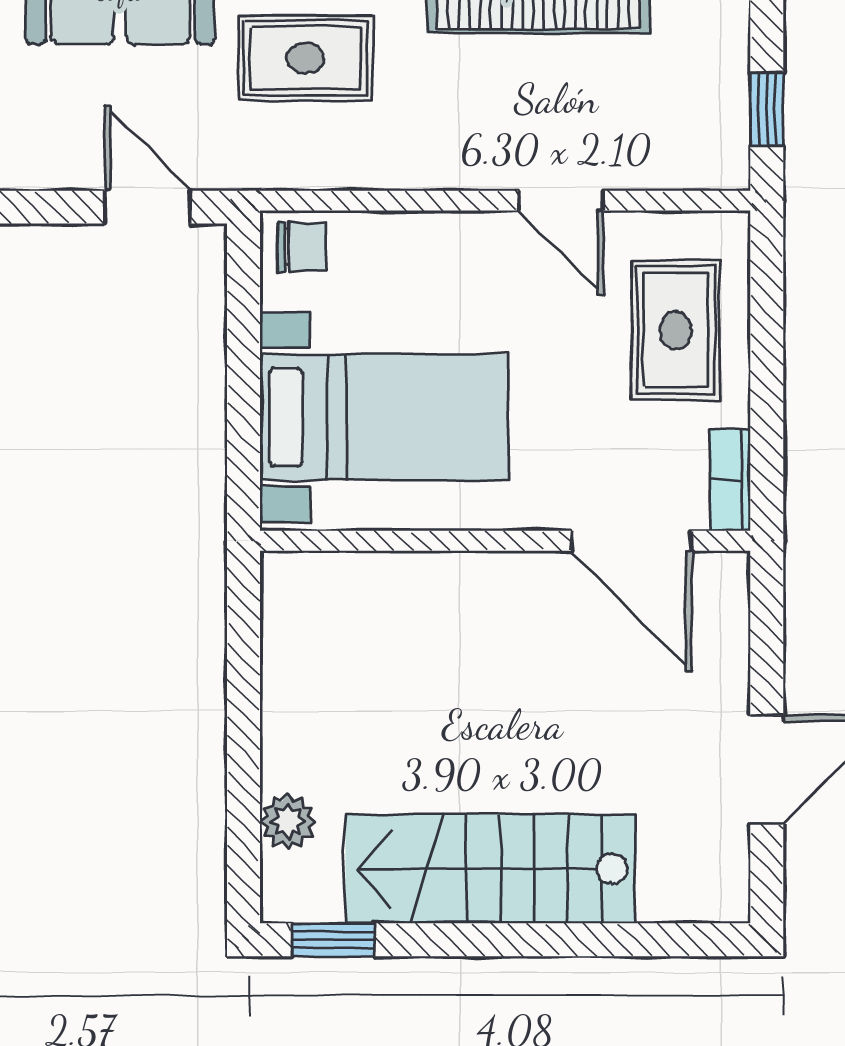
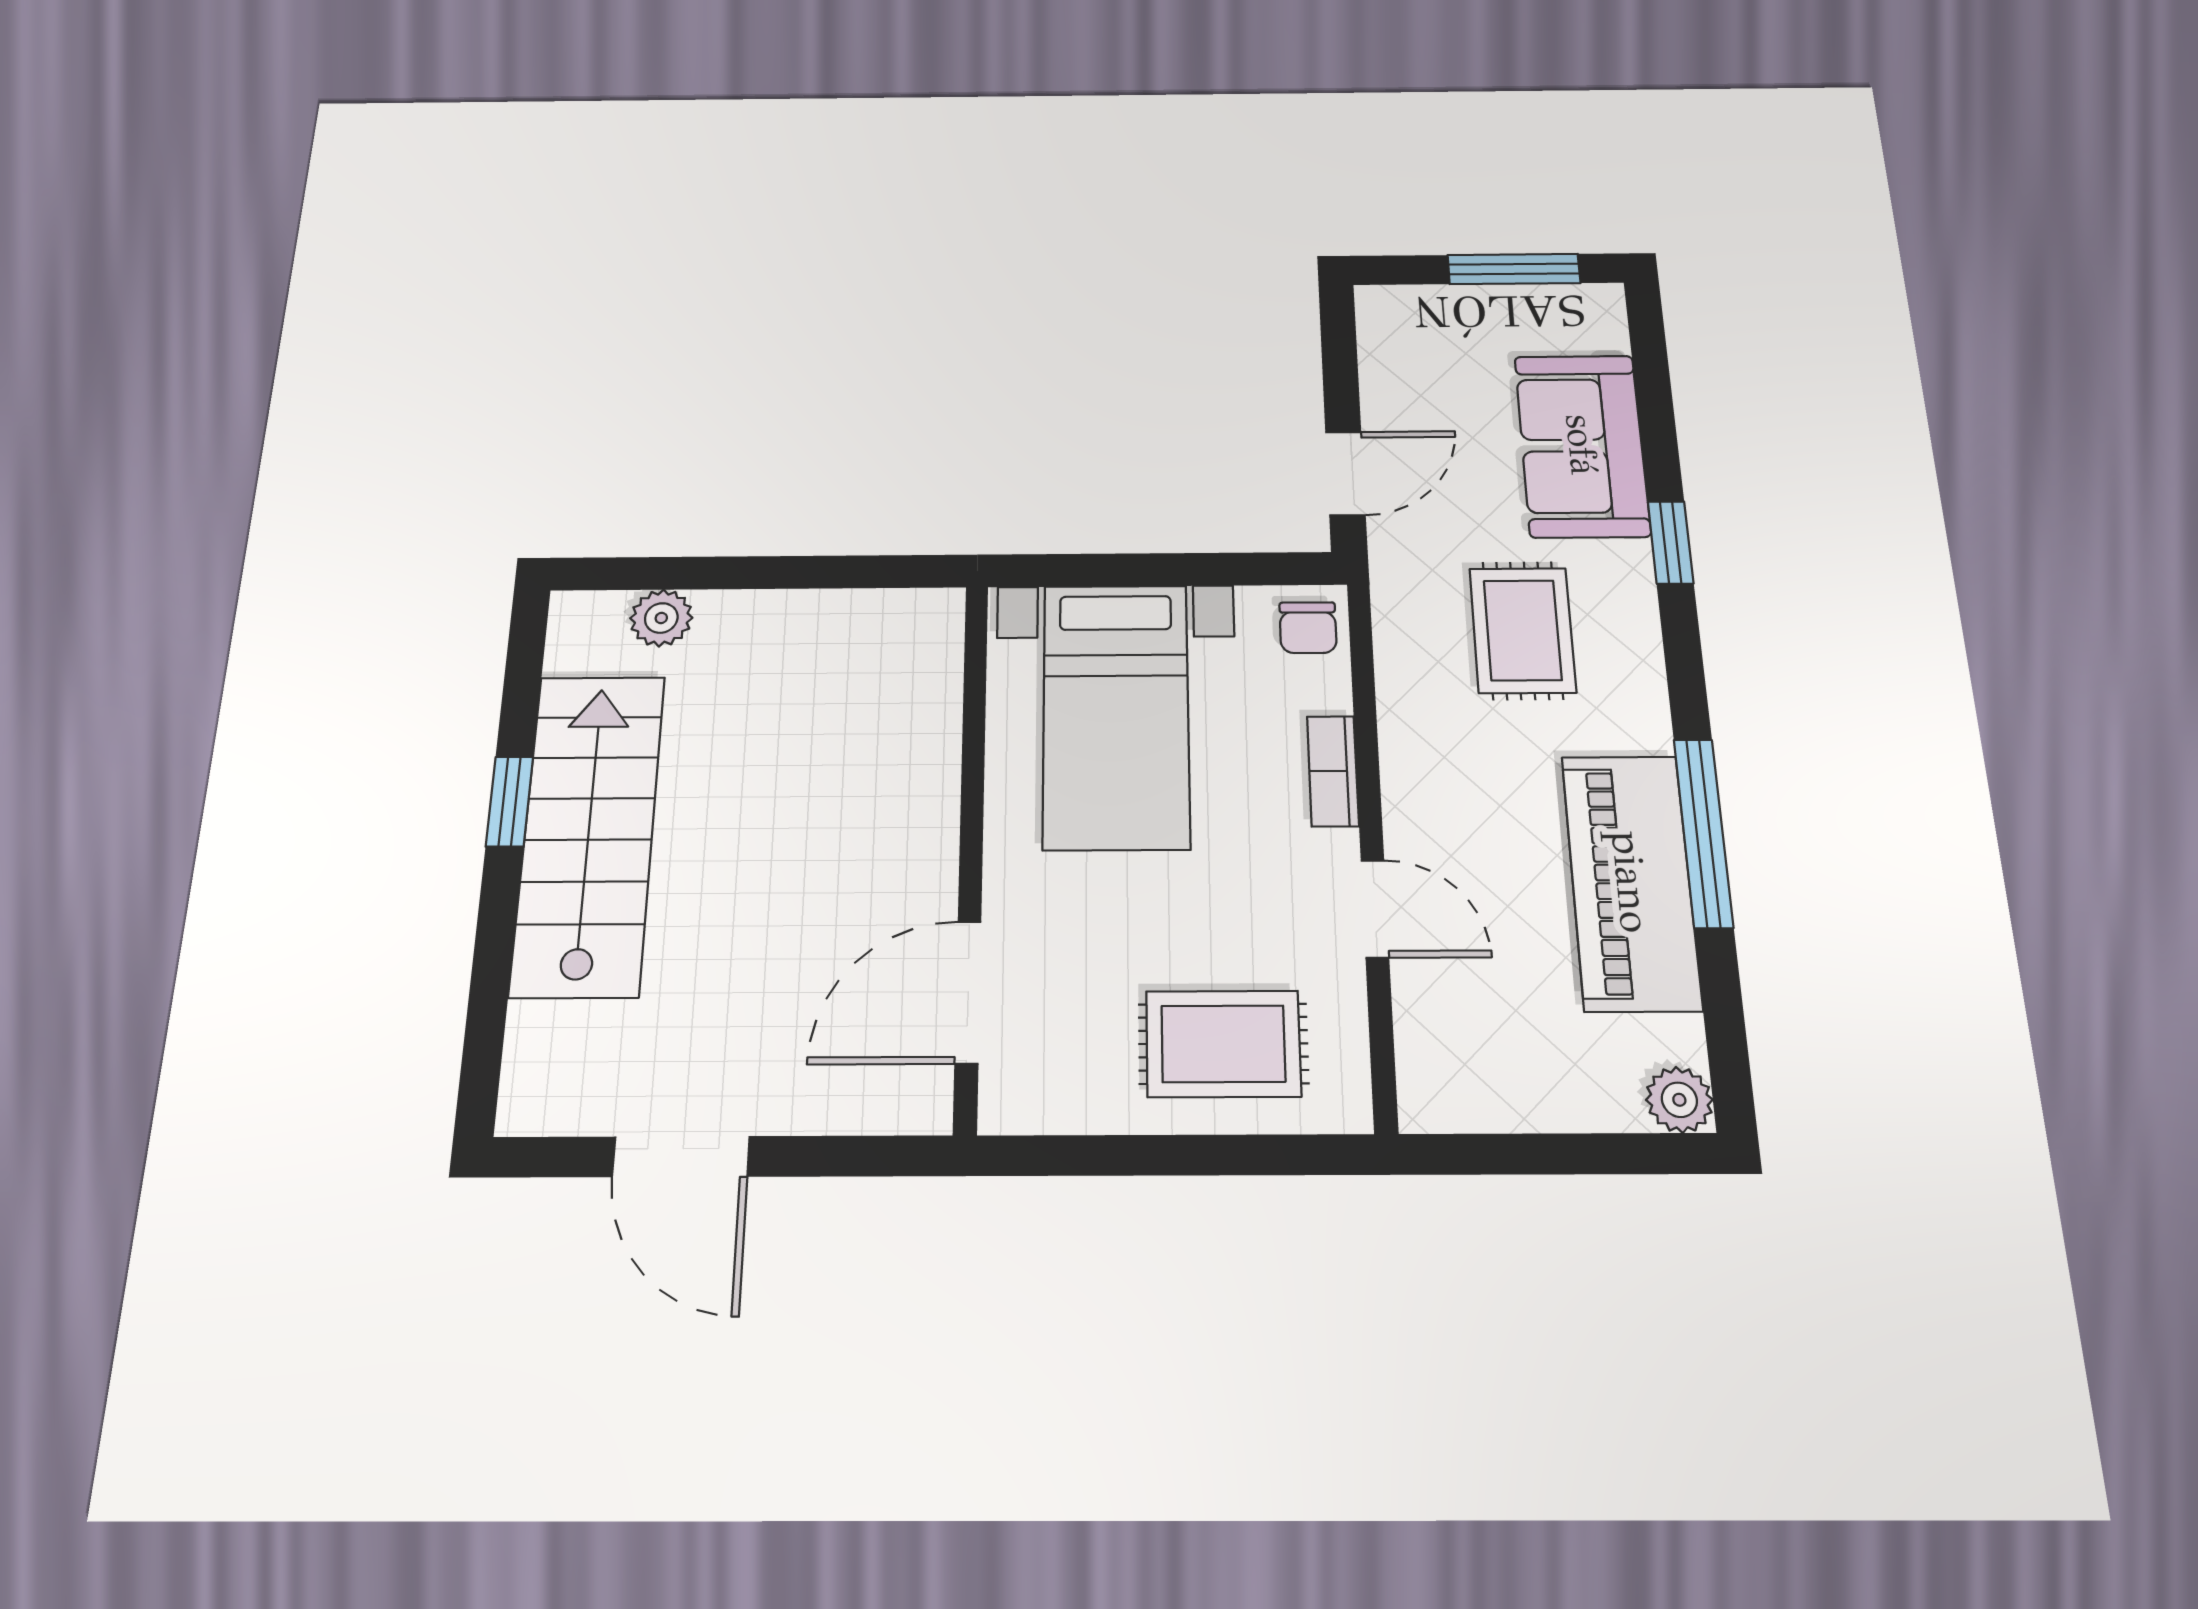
window: (767, 109) -> (1502, 1154), removed
door: (561, 201) -> (1375, 909), swing flipped
bookcase: (730, 480) -> (1333, 771), moved, turned -90
window: (333, 940) -> (509, 801), moved

